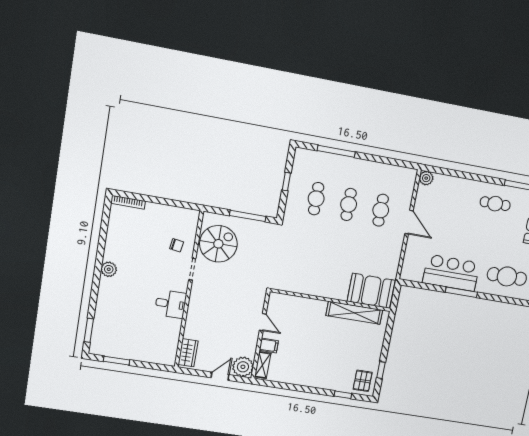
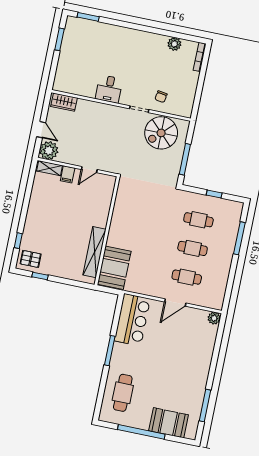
cafe table: (495, 204) -> (190, 381), removed
spiral stairs: (218, 244) -> (161, 133), turned 90
plant: (109, 269) -> (174, 44), moved
bar counter: (451, 273) -> (132, 320), moved

